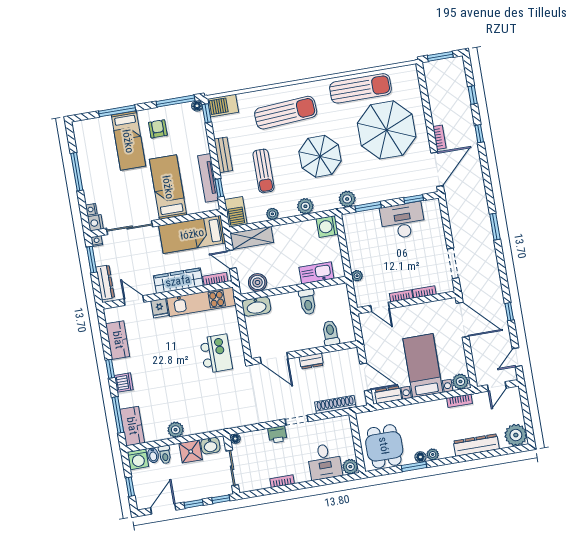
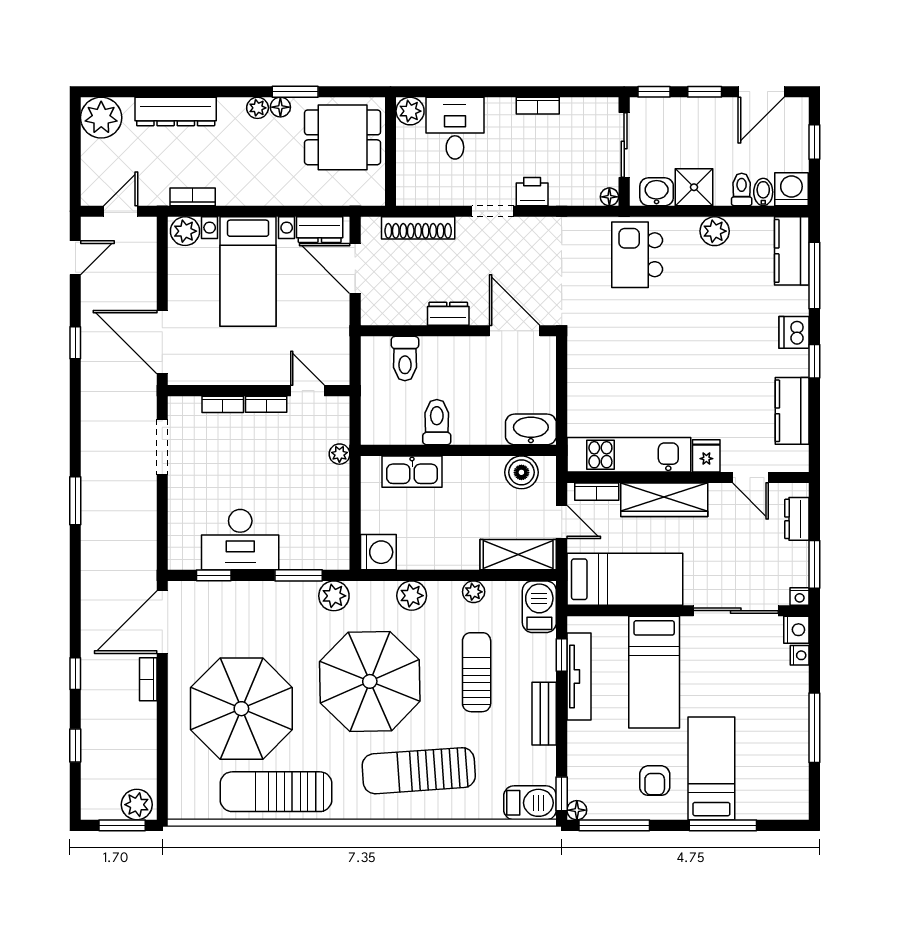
plant: (434, 69) -> (137, 805), added
parasol: (320, 156) -> (370, 681), width x1.36, depth x1.36
dresser: (105, 282) -> (797, 519), width x0.70
kitchen island: (216, 354) -> (637, 255), moved
dining table: (384, 446) -> (343, 137), turned 90

